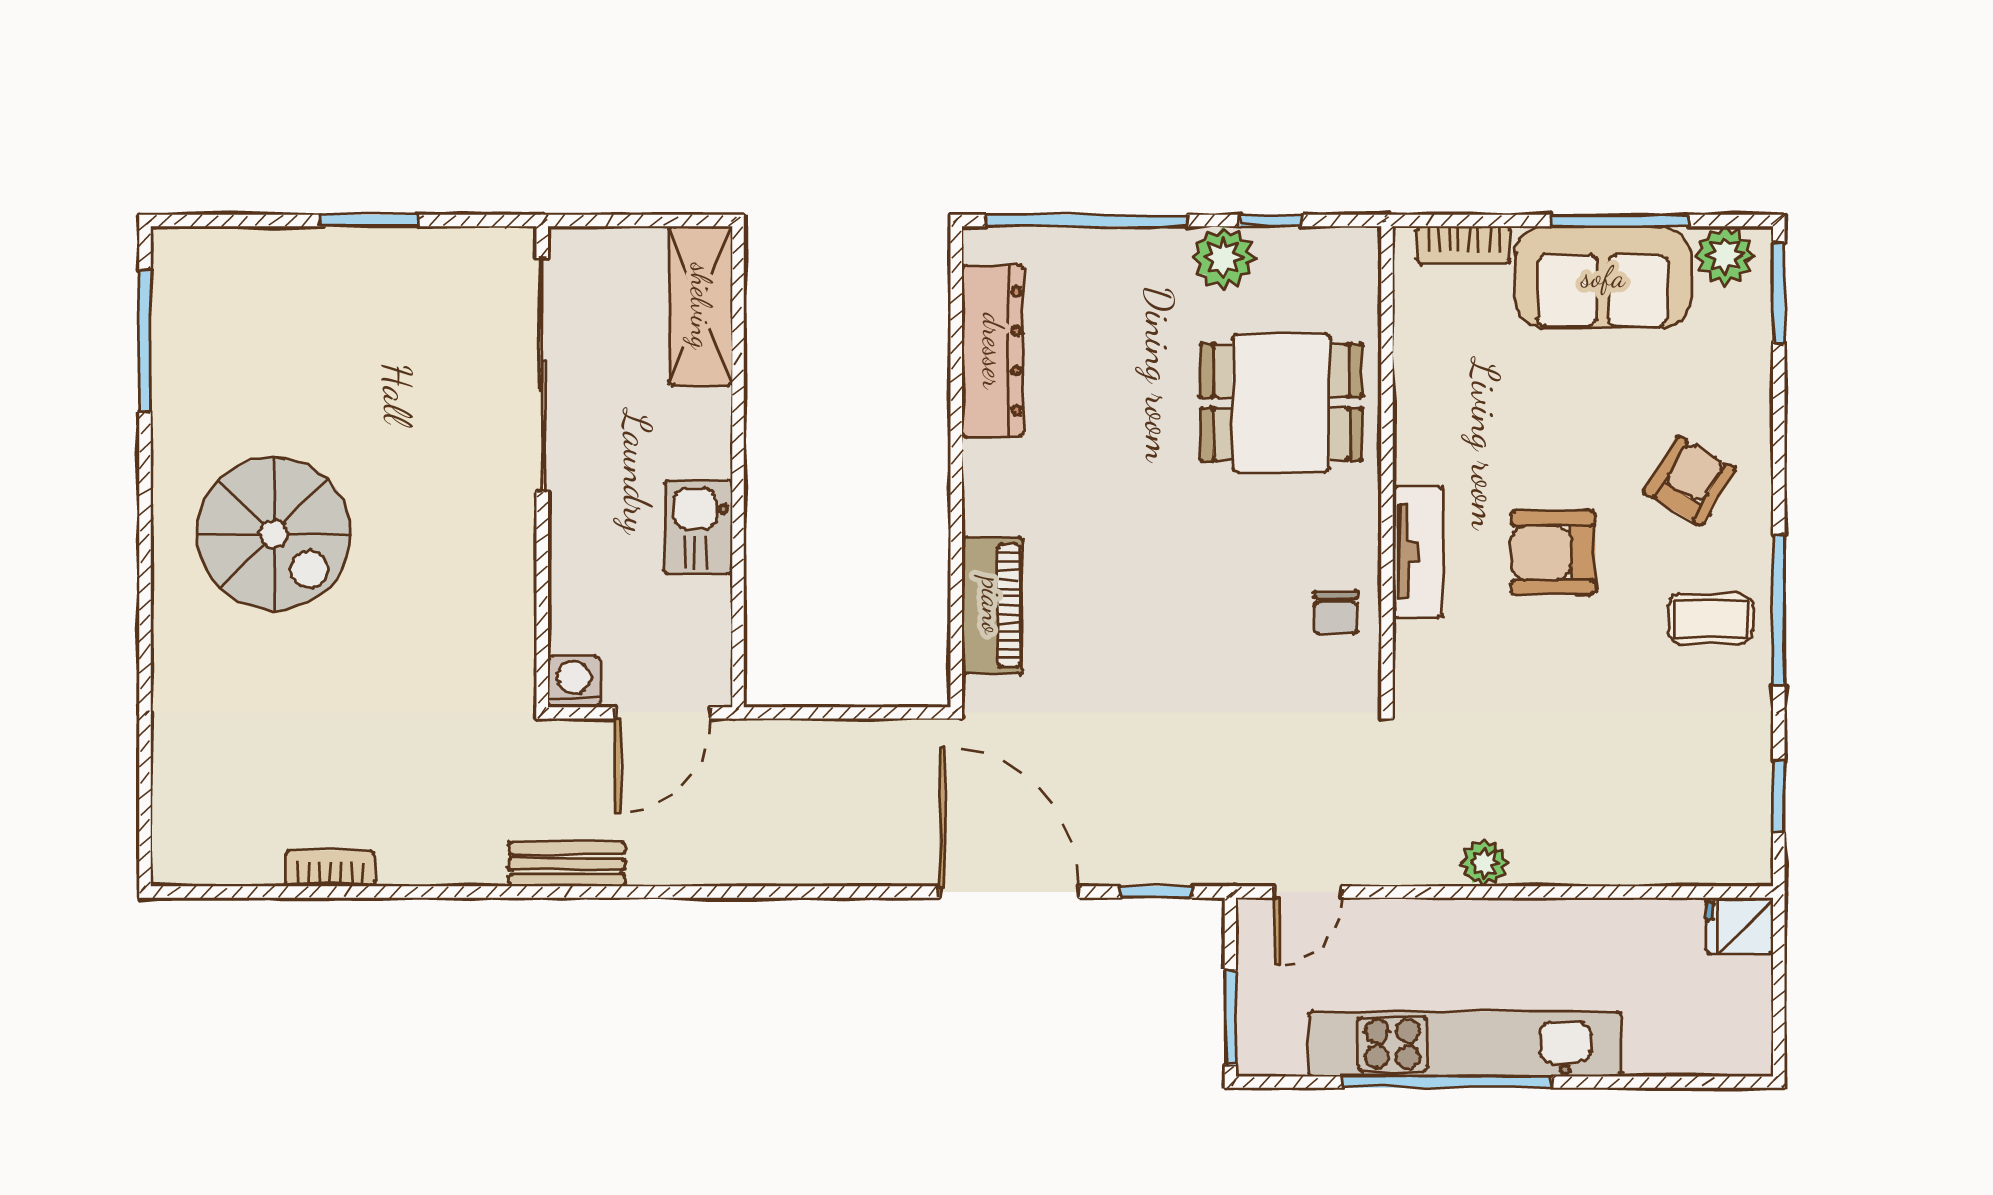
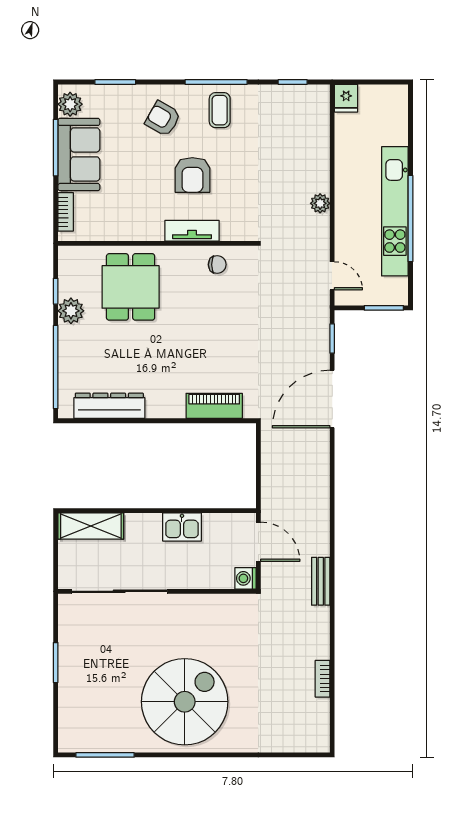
window: (1779, 293) -> (115, 82), moved
spiral stairs: (274, 534) -> (185, 702), width x1.37, depth x1.37

